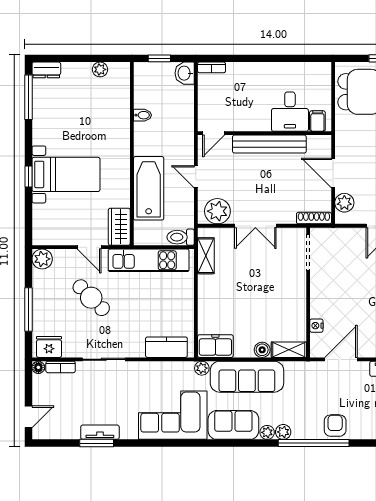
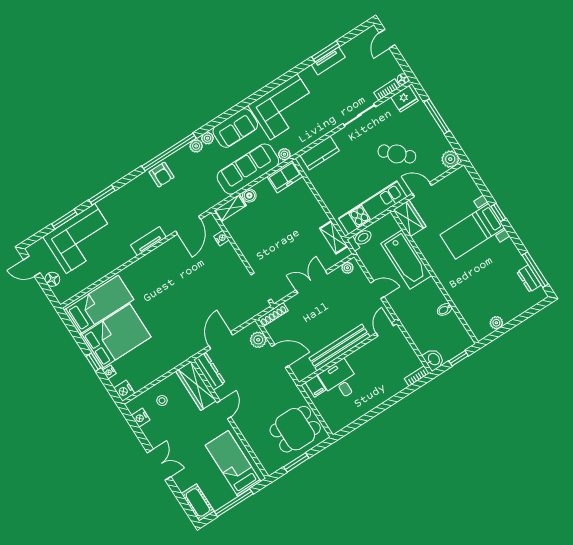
dresser: (46, 70) -> (529, 279), moved, turned -90
plant: (217, 211) -> (347, 268), width x0.53, depth x0.53

